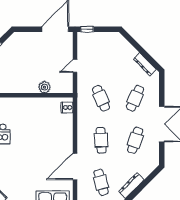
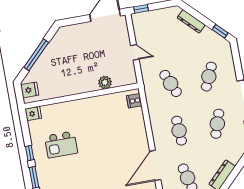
window: (152, 61) -> (220, 31), added
dresser: (145, 64) -> (191, 21), moved
door: (75, 66) -> (135, 52), swing flipped

